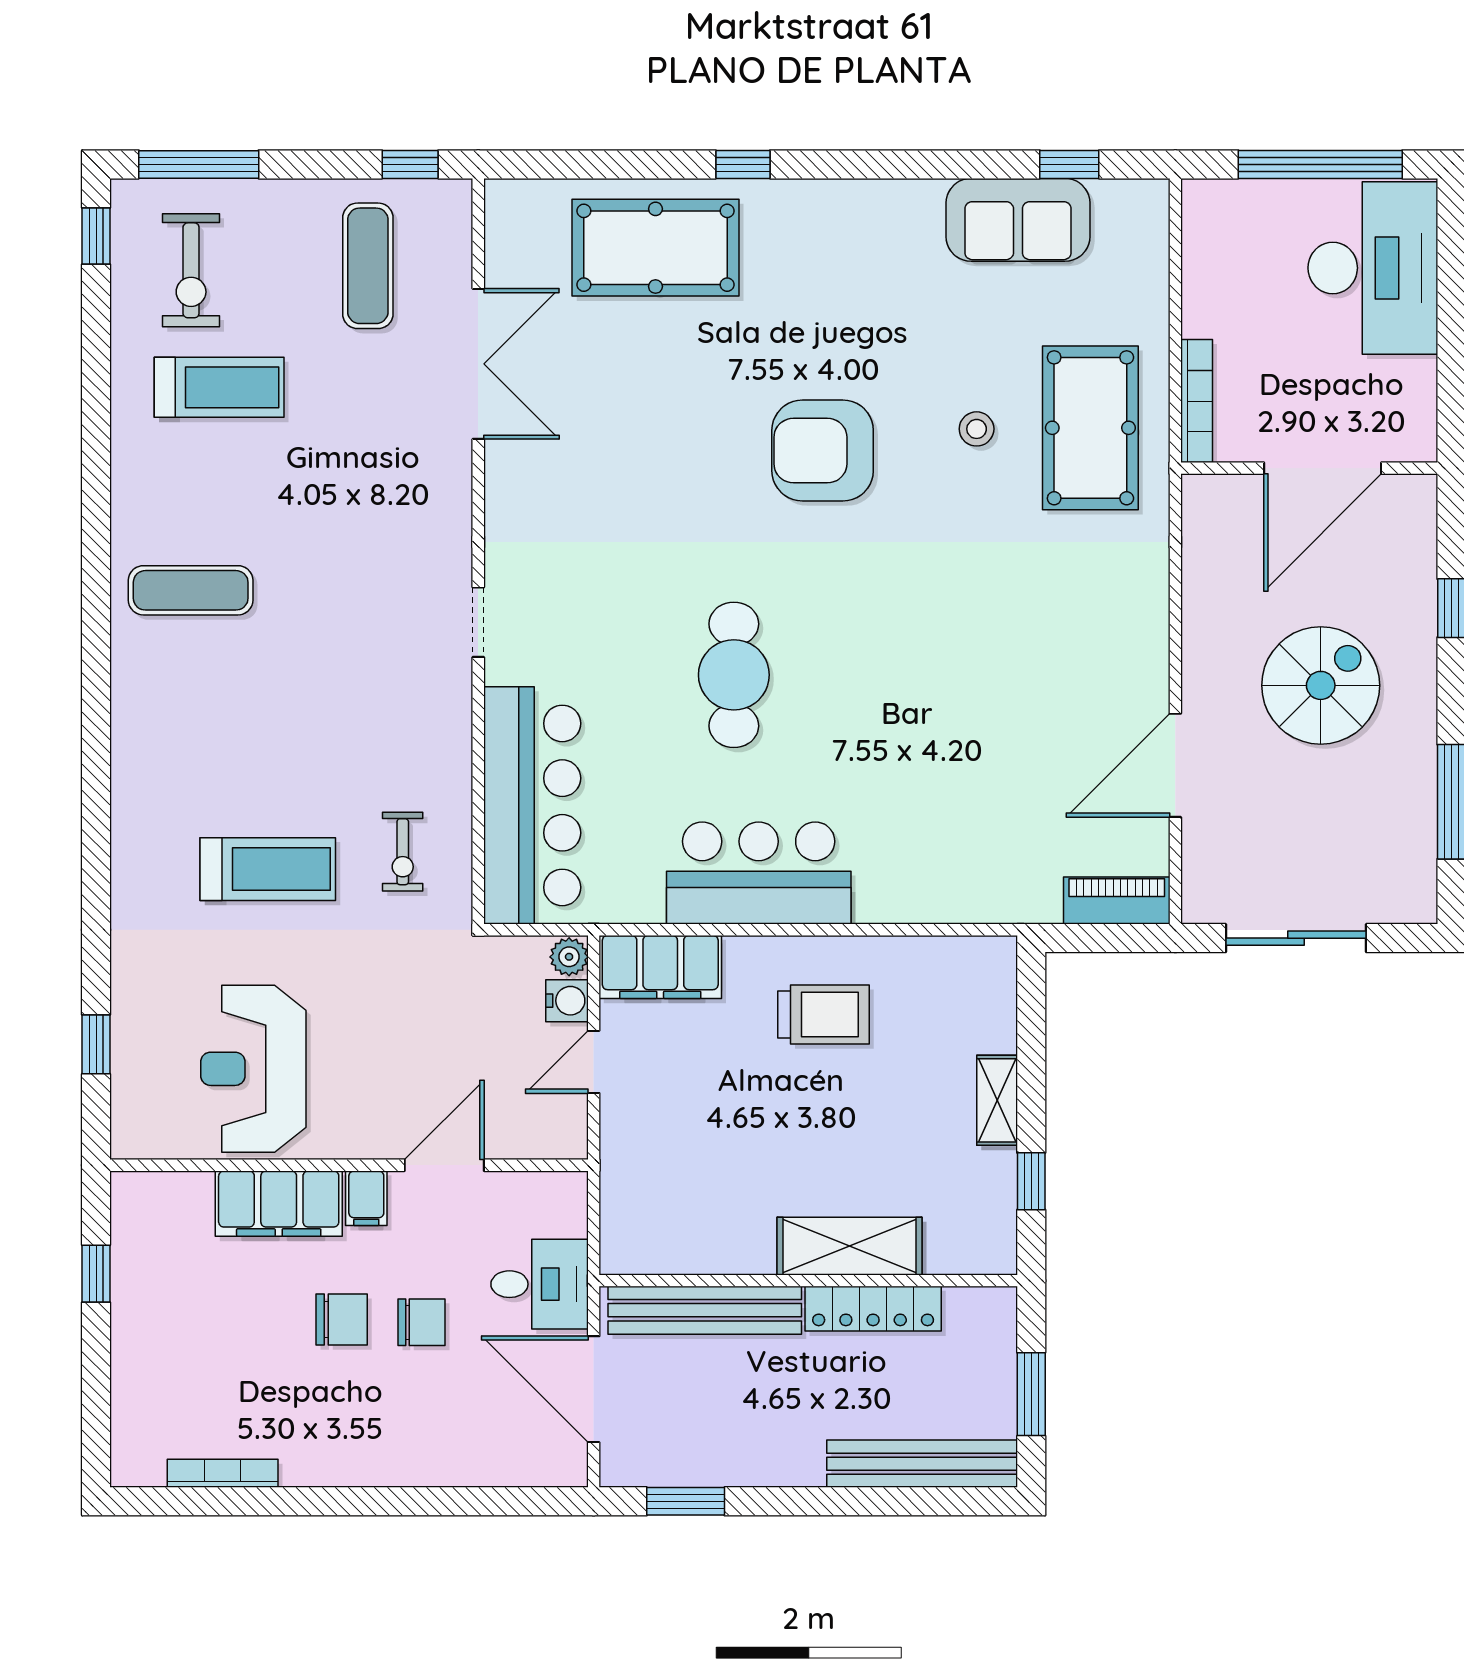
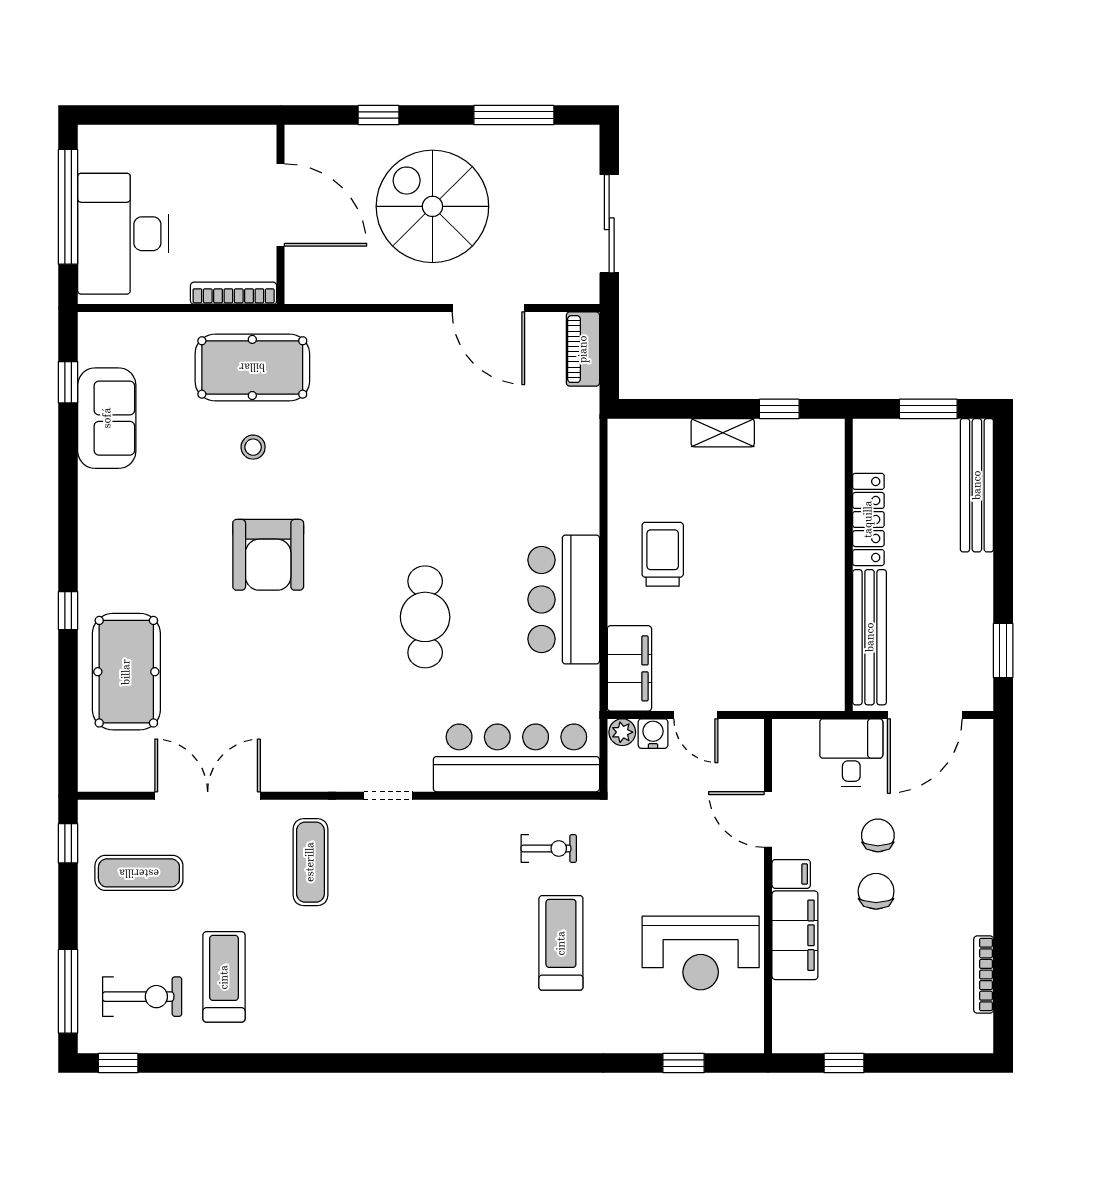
desk: (1373, 268) -> (123, 234), moved, turned -90
exercise mat: (191, 590) -> (310, 862), moved
cafe table: (734, 675) -> (425, 617), turned 90
spiral stairs: (1321, 685) -> (432, 206), width x1.37, depth x1.37
shelving: (850, 1246) -> (825, 536), removed

